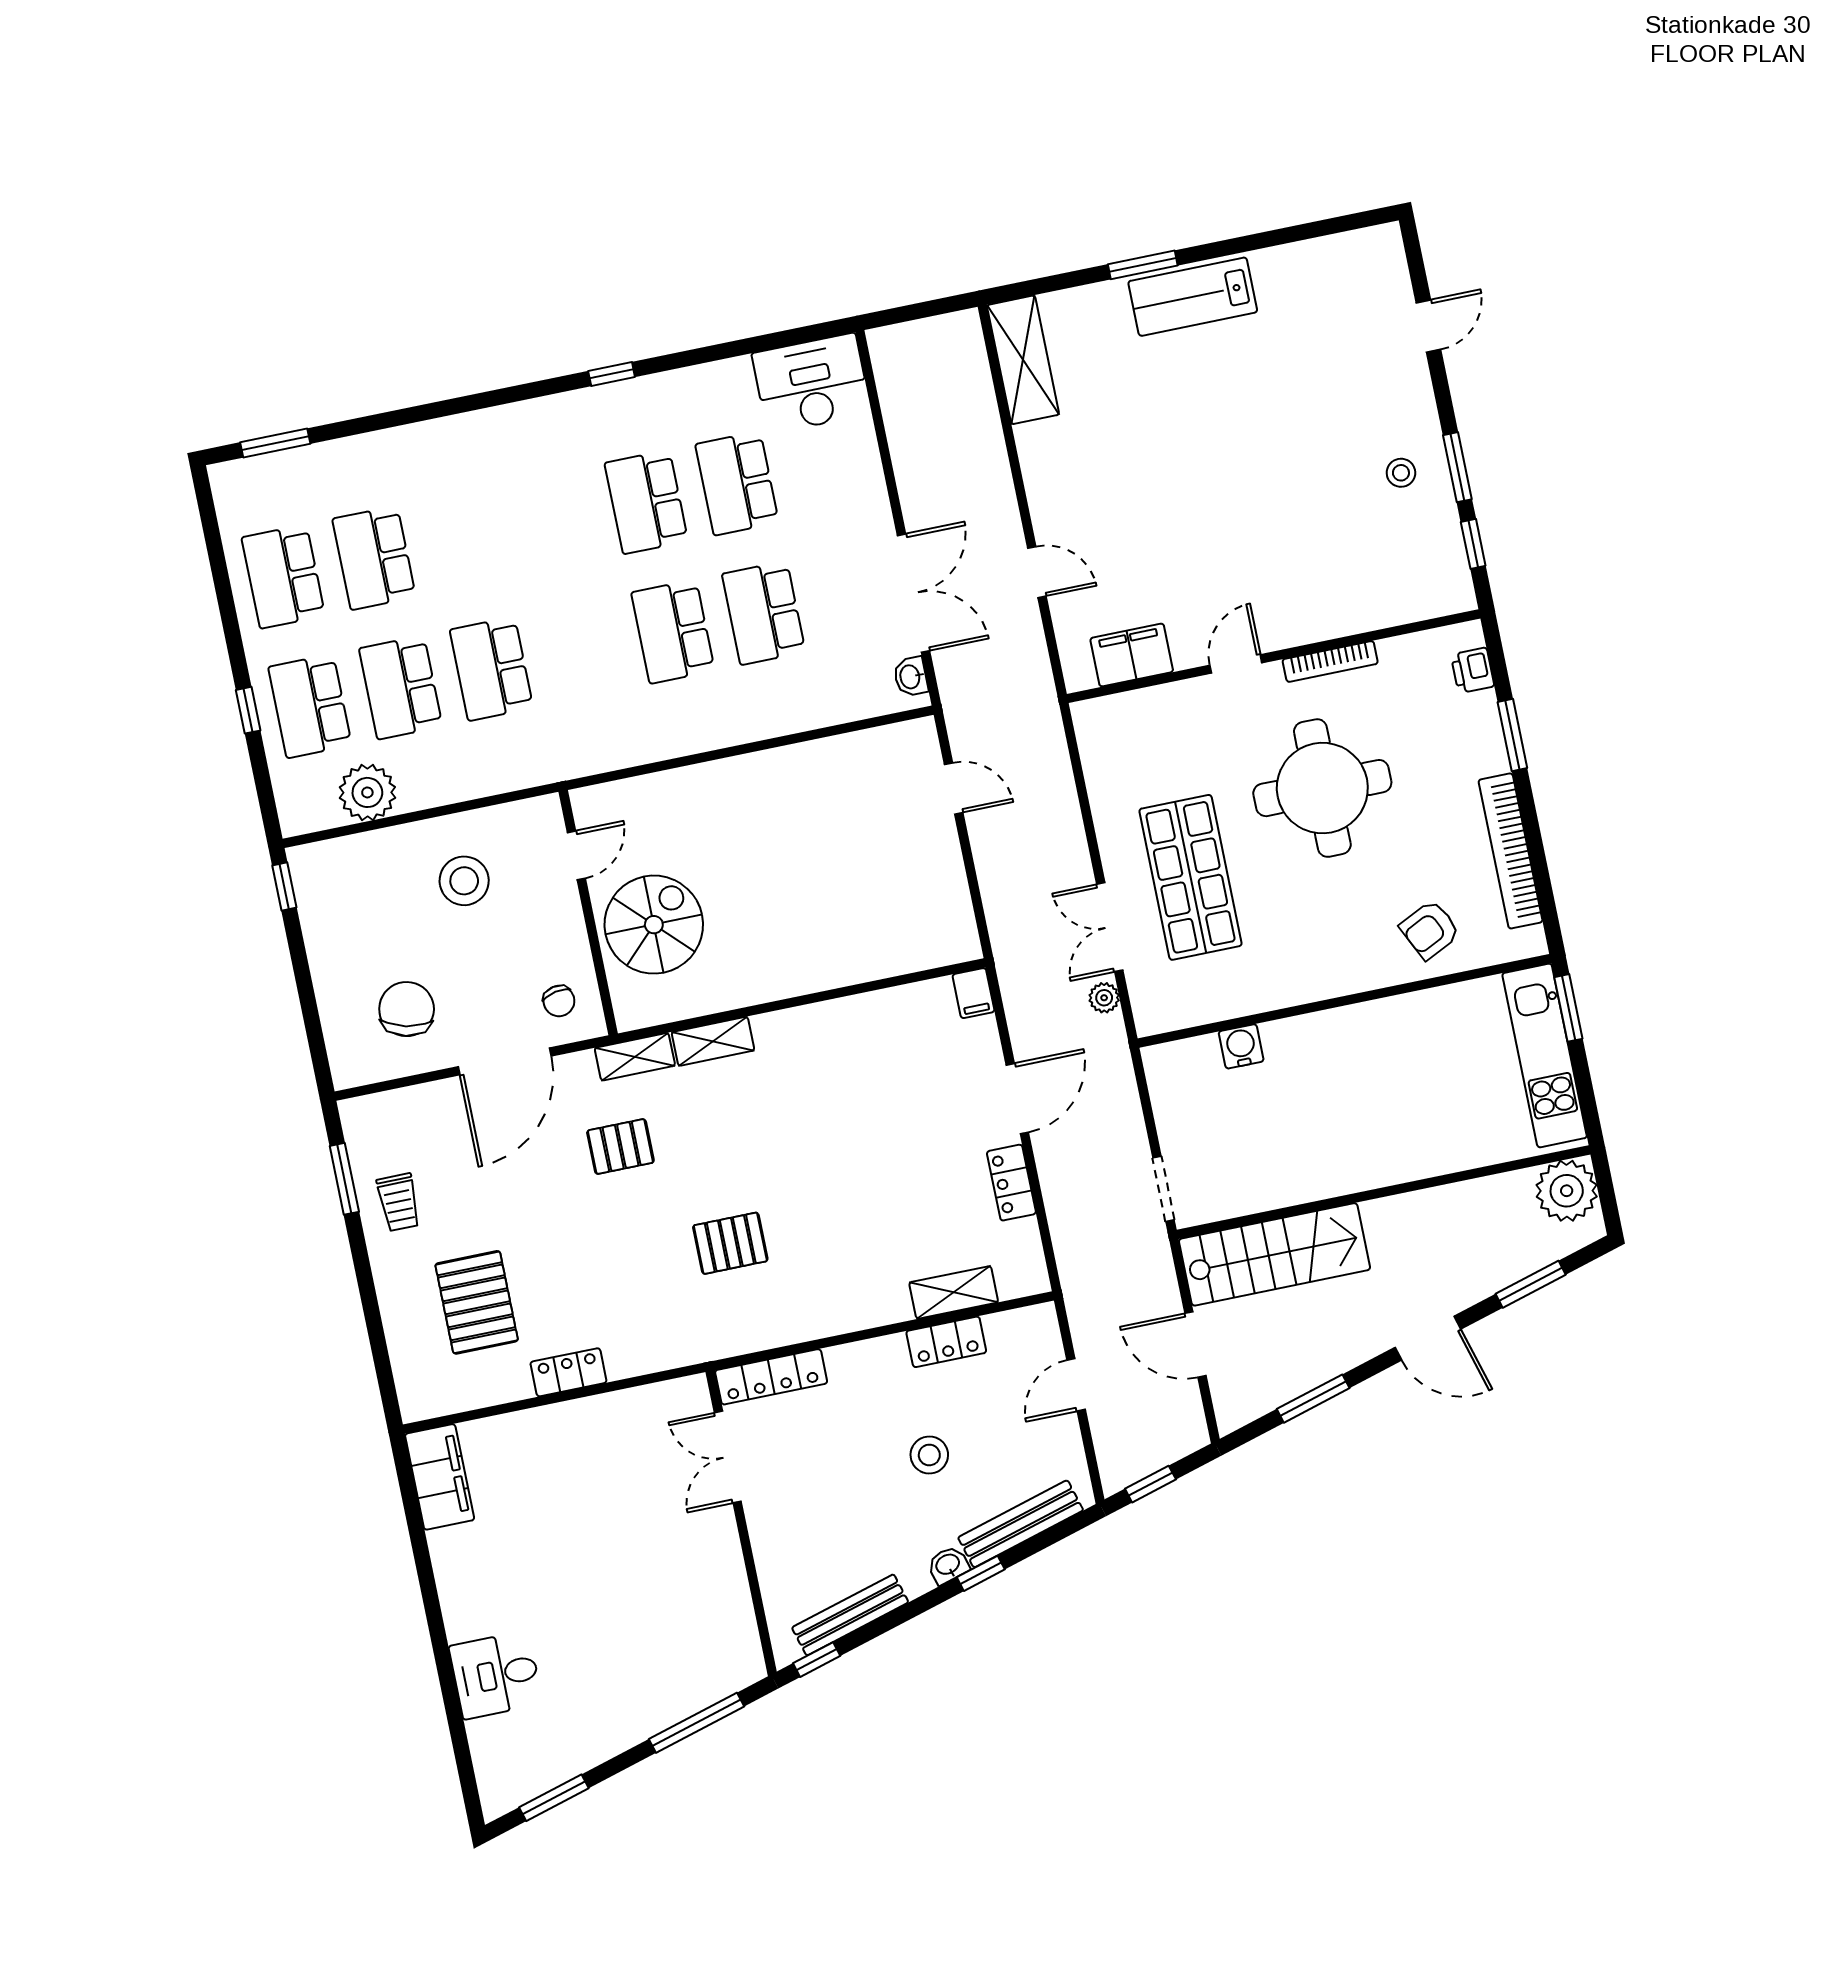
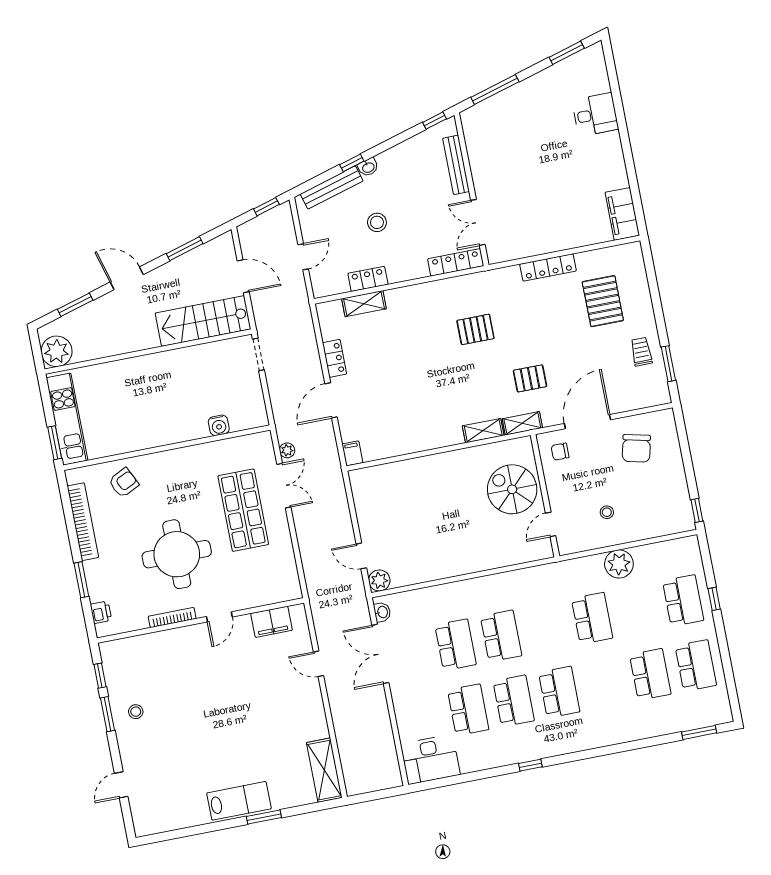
school desk: (401, 687) -> (559, 692), moved
plant: (917, 740) -> (379, 580), added
plant: (367, 792) -> (619, 564), moved
stool: (464, 881) -> (607, 512), width x0.53, depth x0.53
spiral stairs: (654, 925) -> (512, 489), turned 90
chair: (559, 1001) -> (560, 452), turned -79
locker: (568, 1372) -> (548, 267), width x1.53
double door: (728, 1457) -> (478, 222), swing flipped
bench: (850, 1615) -> (456, 165), moved, turned -74

